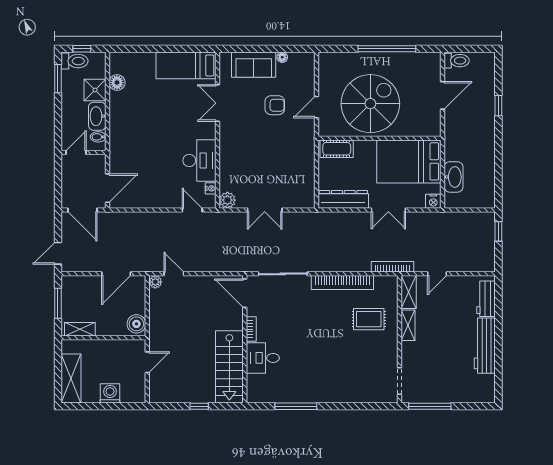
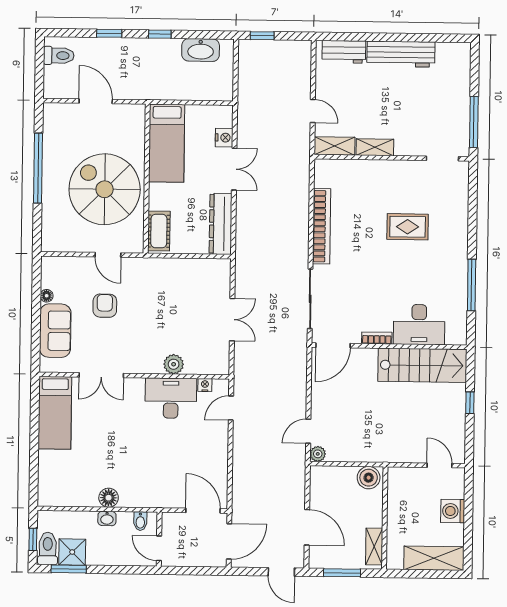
toilet: (457, 61) -> (59, 56), moved, turned 90
floor lamp: (117, 83) -> (109, 498), moved
shower: (95, 90) -> (72, 552), moved
washbasin: (97, 116) -> (107, 519), width x0.52, depth x0.69
window: (498, 147) -> (160, 34), added
bed: (409, 161) -> (167, 143), width x0.67
washbasin: (454, 177) -> (201, 50), moved, turned 180
plant: (227, 200) -> (174, 364), moved
nightstand: (433, 201) -> (224, 138), moved
bookcase: (392, 267) -> (303, 165), removed
door: (116, 274) -> (307, 527), moved
rug: (369, 319) -> (408, 227), moved, turned 90
desk: (263, 358) -> (419, 325), width x1.37
door: (147, 362) -> (439, 465), moved

